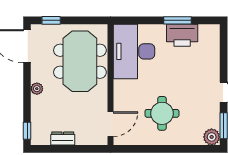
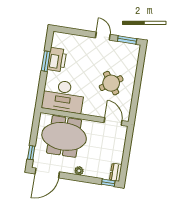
round table: (162, 113) -> (111, 83), turned -35
plant: (212, 137) -> (134, 50), removed
dresser: (63, 139) -> (116, 172), moved

